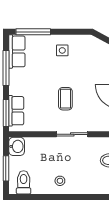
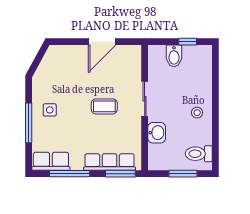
window: (33, 32) -> (29, 123), moved
row of seats: (16, 111) -> (110, 162), width x1.48
washbasin: (17, 146) -> (157, 133), moved, turned 90

